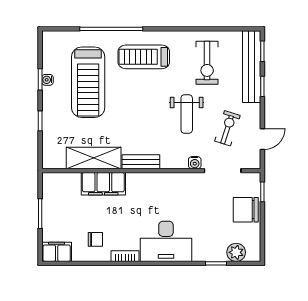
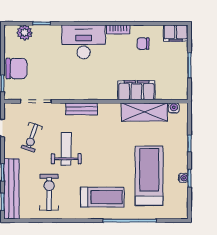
bench: (141, 162) -> (82, 109), moved
water cooler: (195, 163) -> (174, 108), moved

